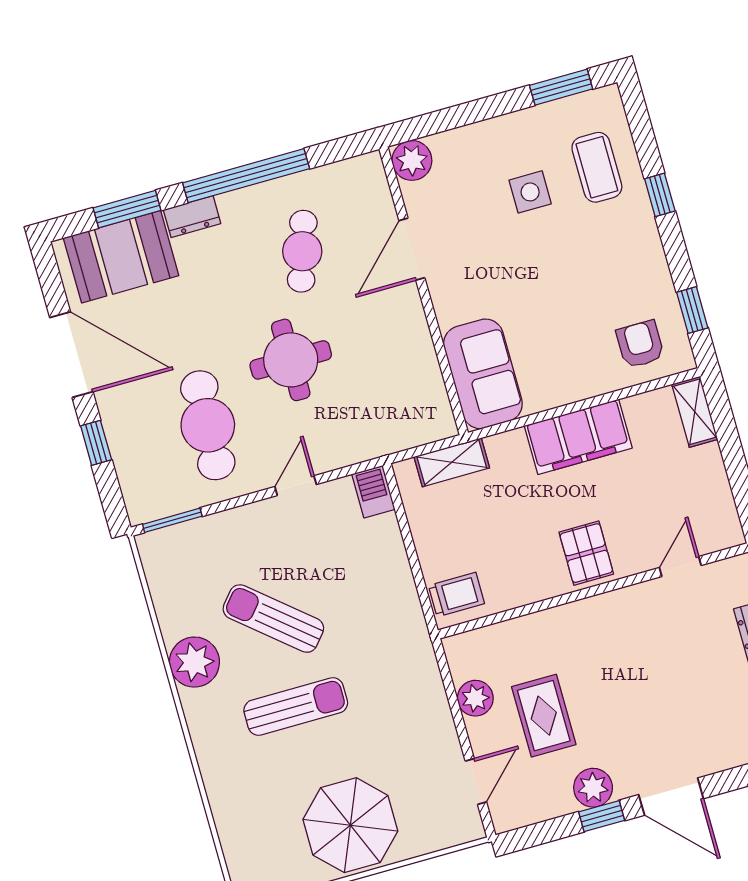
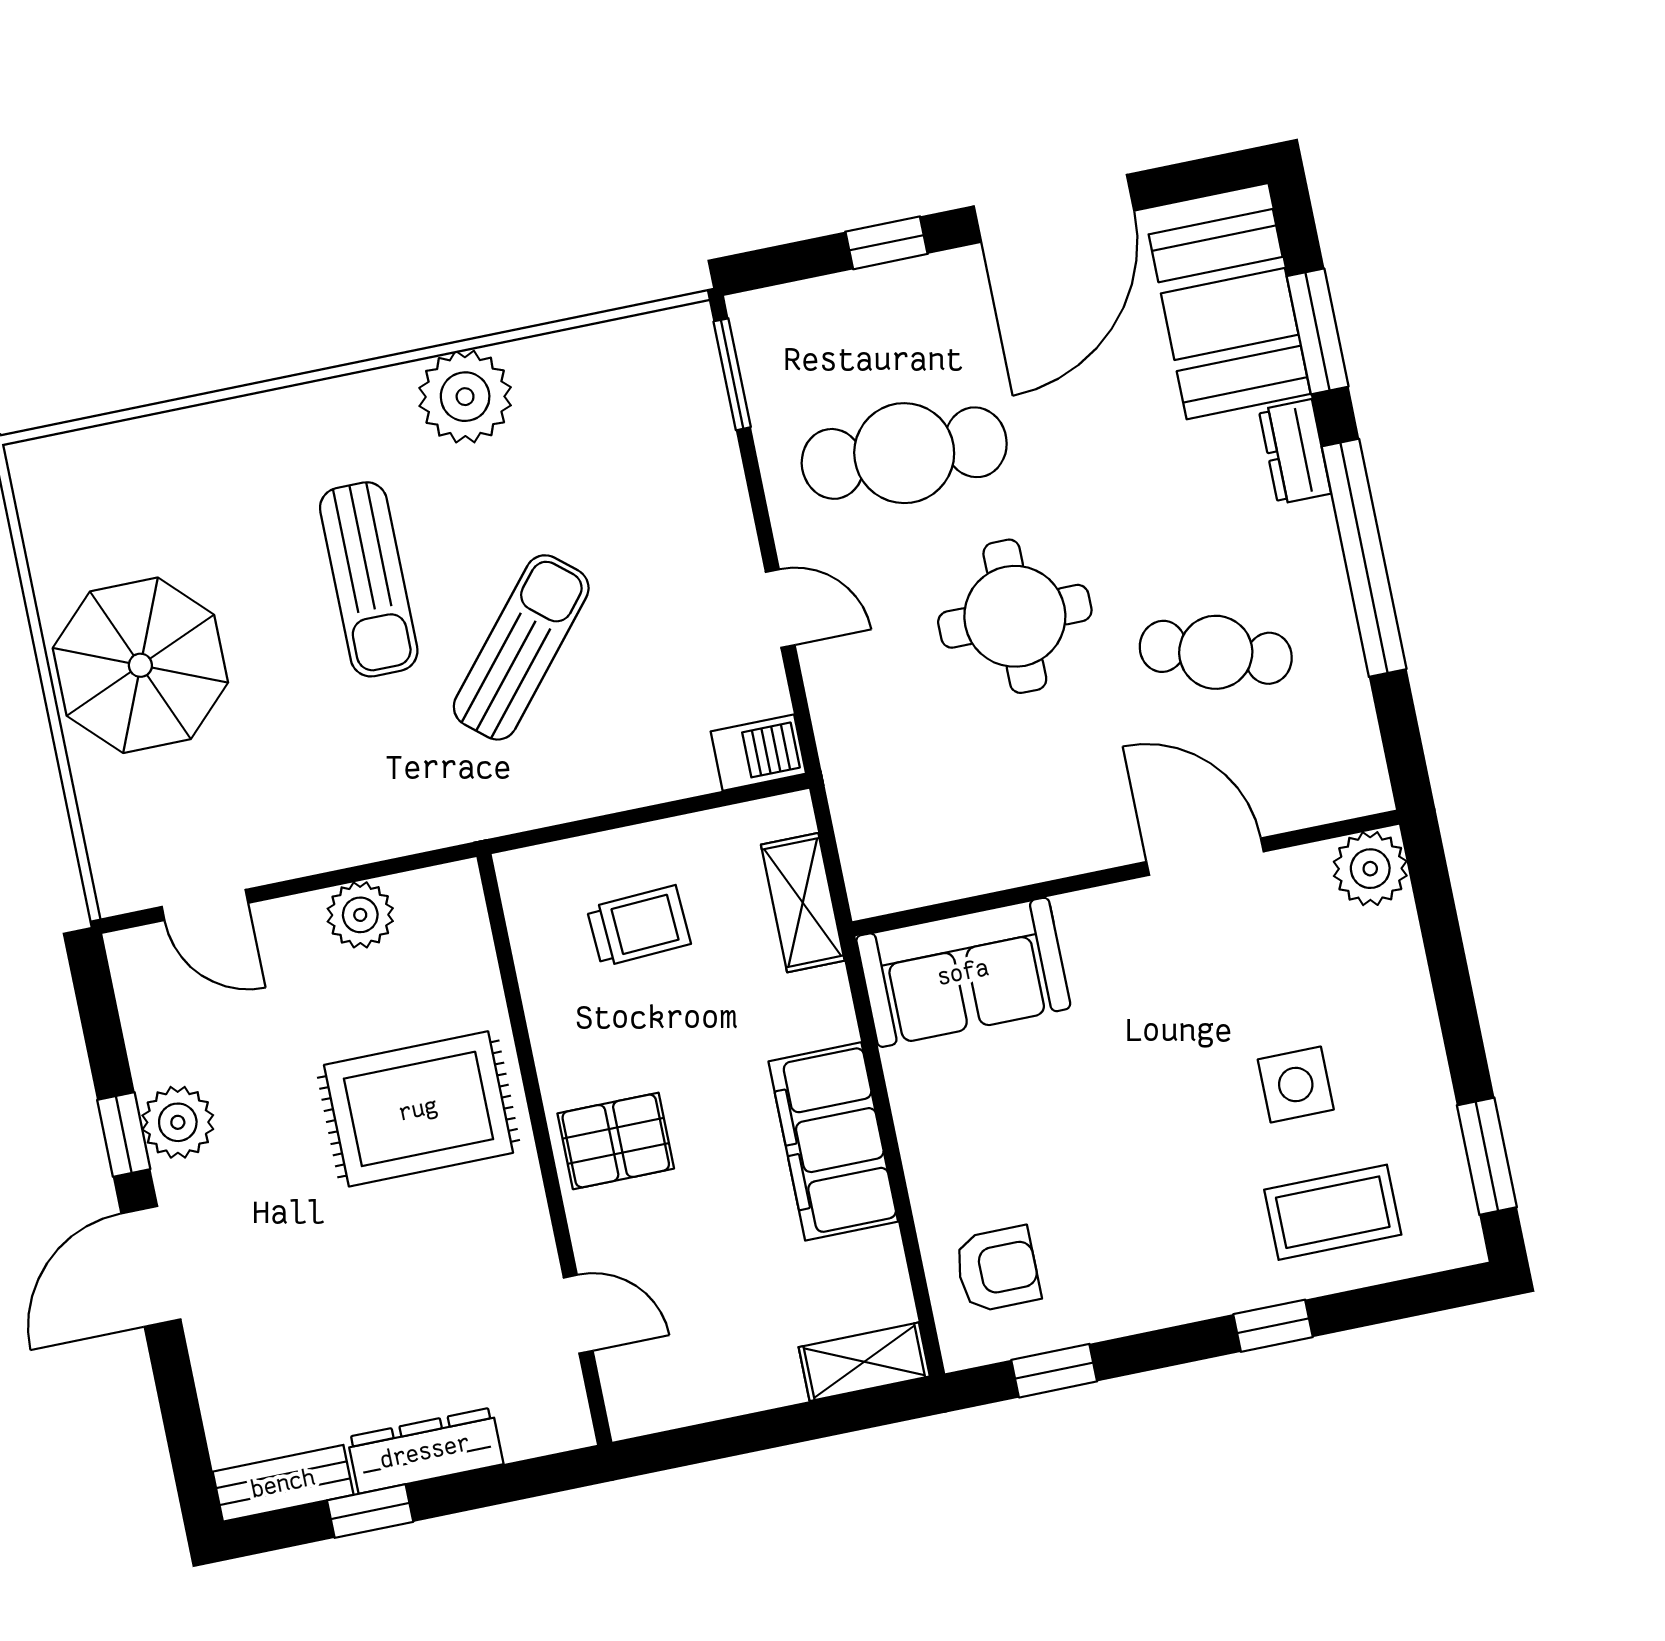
trolley: (456, 595) -> (639, 926), moved, turned -93
sun lounger: (273, 619) -> (521, 647), moved
rug: (544, 716) -> (418, 1109), moved, width x1.36, depth x1.43

